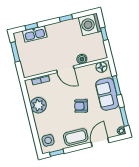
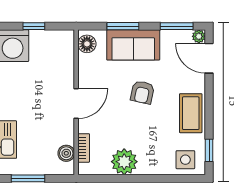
boiler: (82, 59) -> (66, 153), moved
door: (100, 142) -> (209, 58), moved

